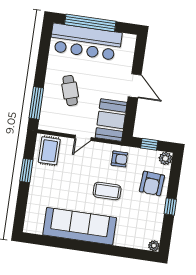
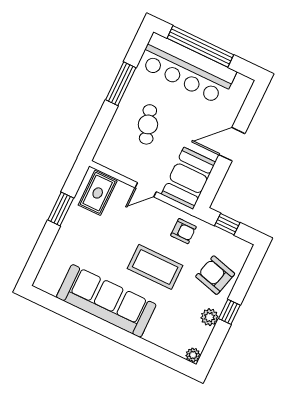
door: (135, 86) -> (232, 144), swing flipped
window: (36, 103) -> (121, 84), moved
plant: (165, 158) -> (209, 317), moved
armchair: (152, 183) -> (215, 275), turned 101
coffee table: (107, 191) -> (155, 267), width x1.36, depth x1.32

